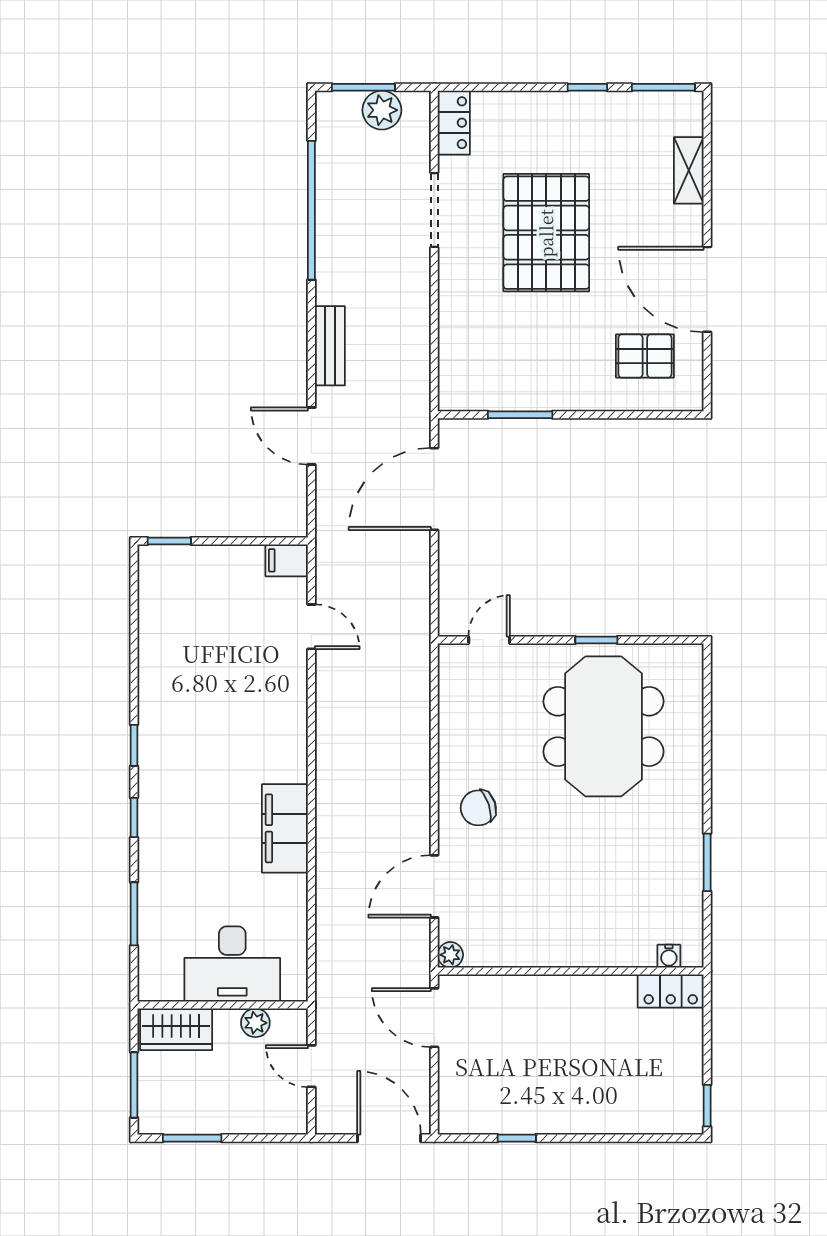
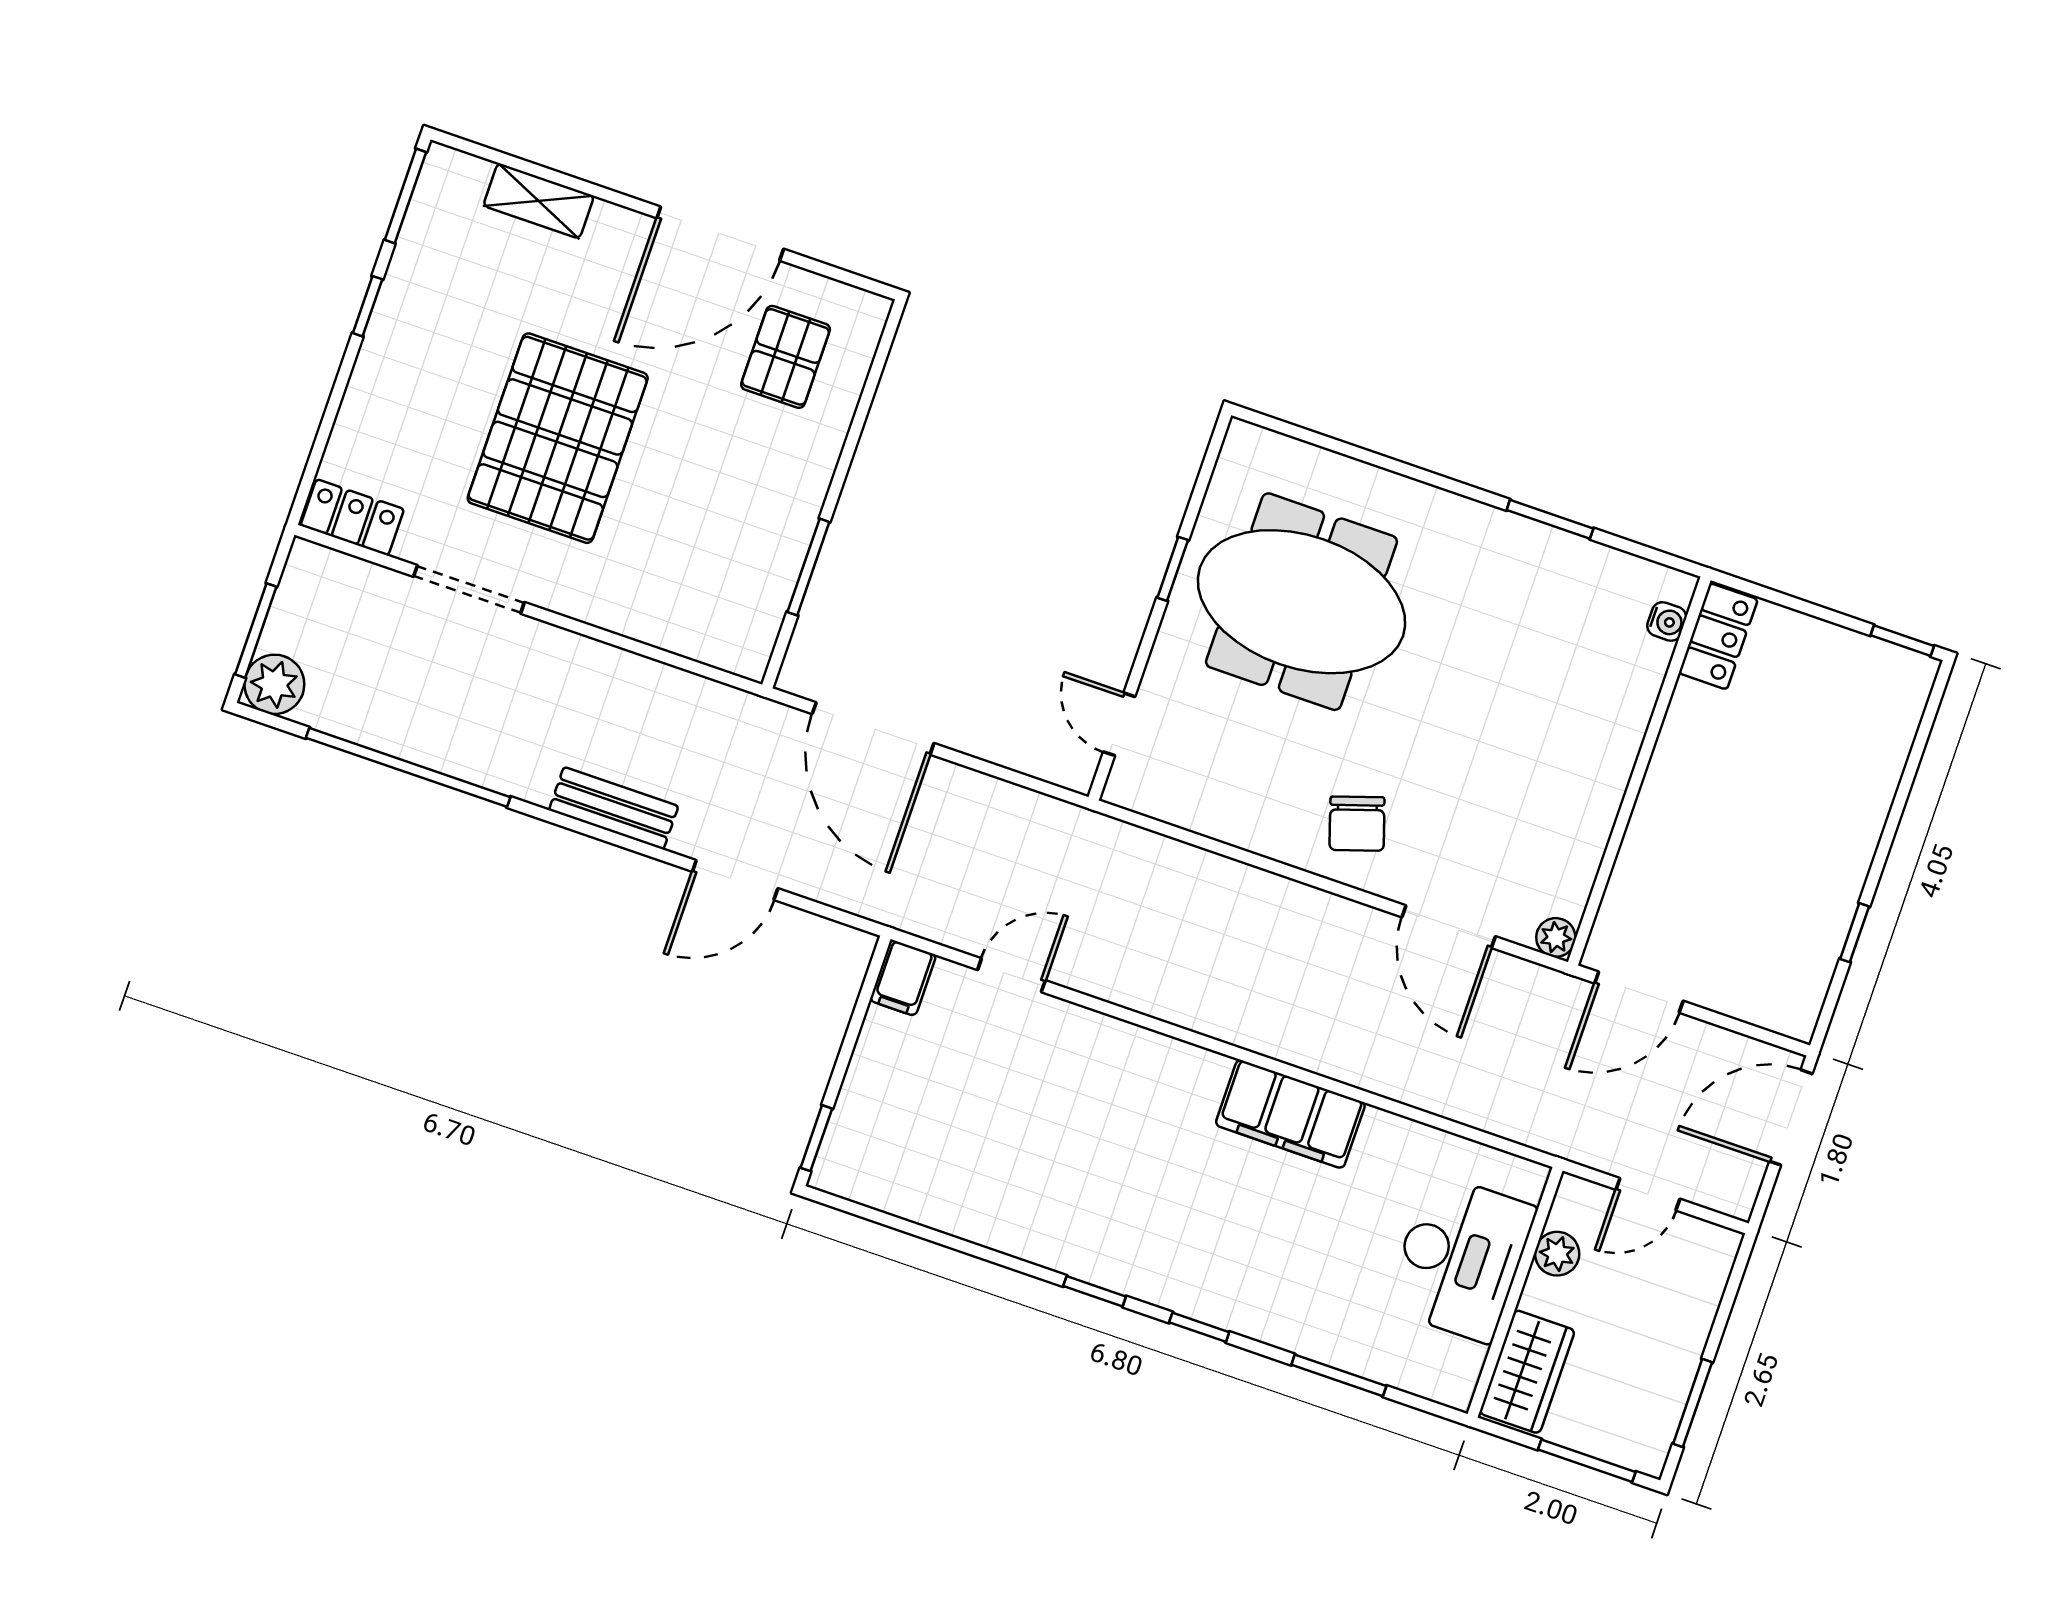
plant: (382, 110) -> (274, 684), moved
pallet: (546, 233) -> (558, 438), turned 90

